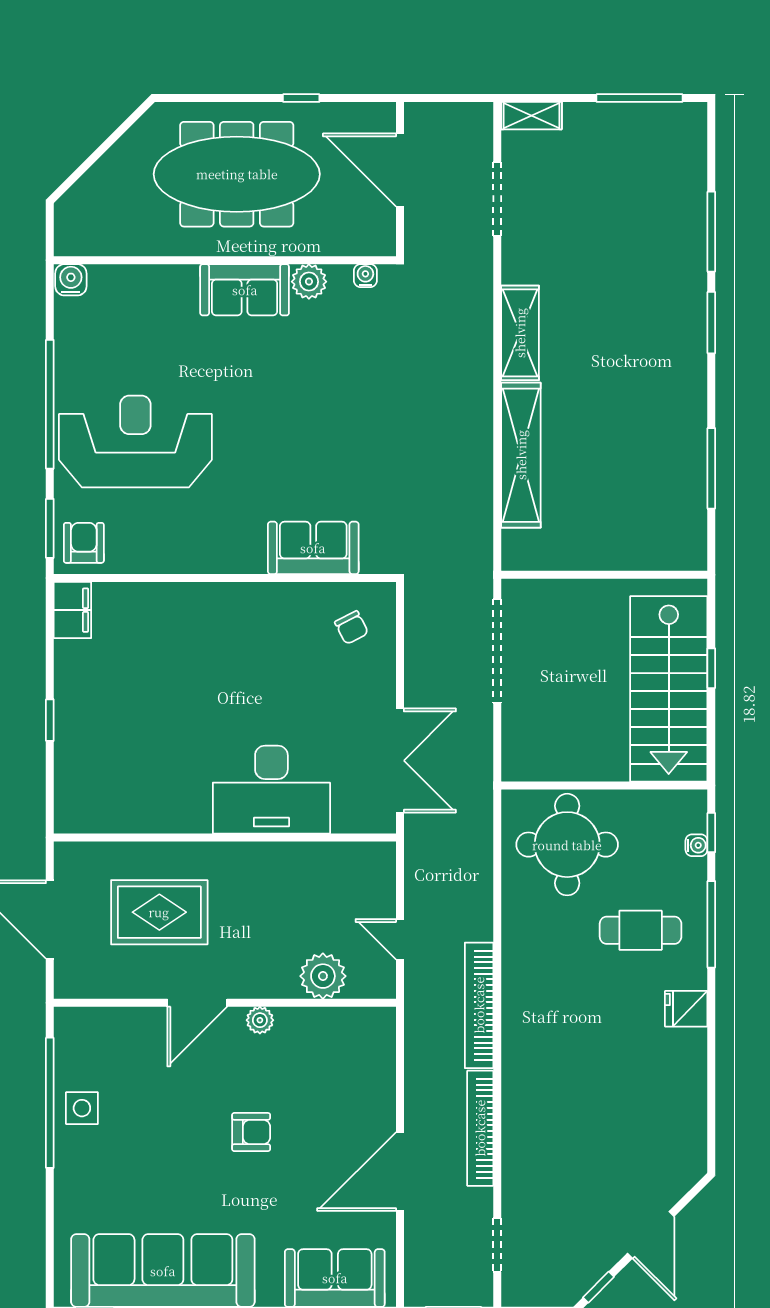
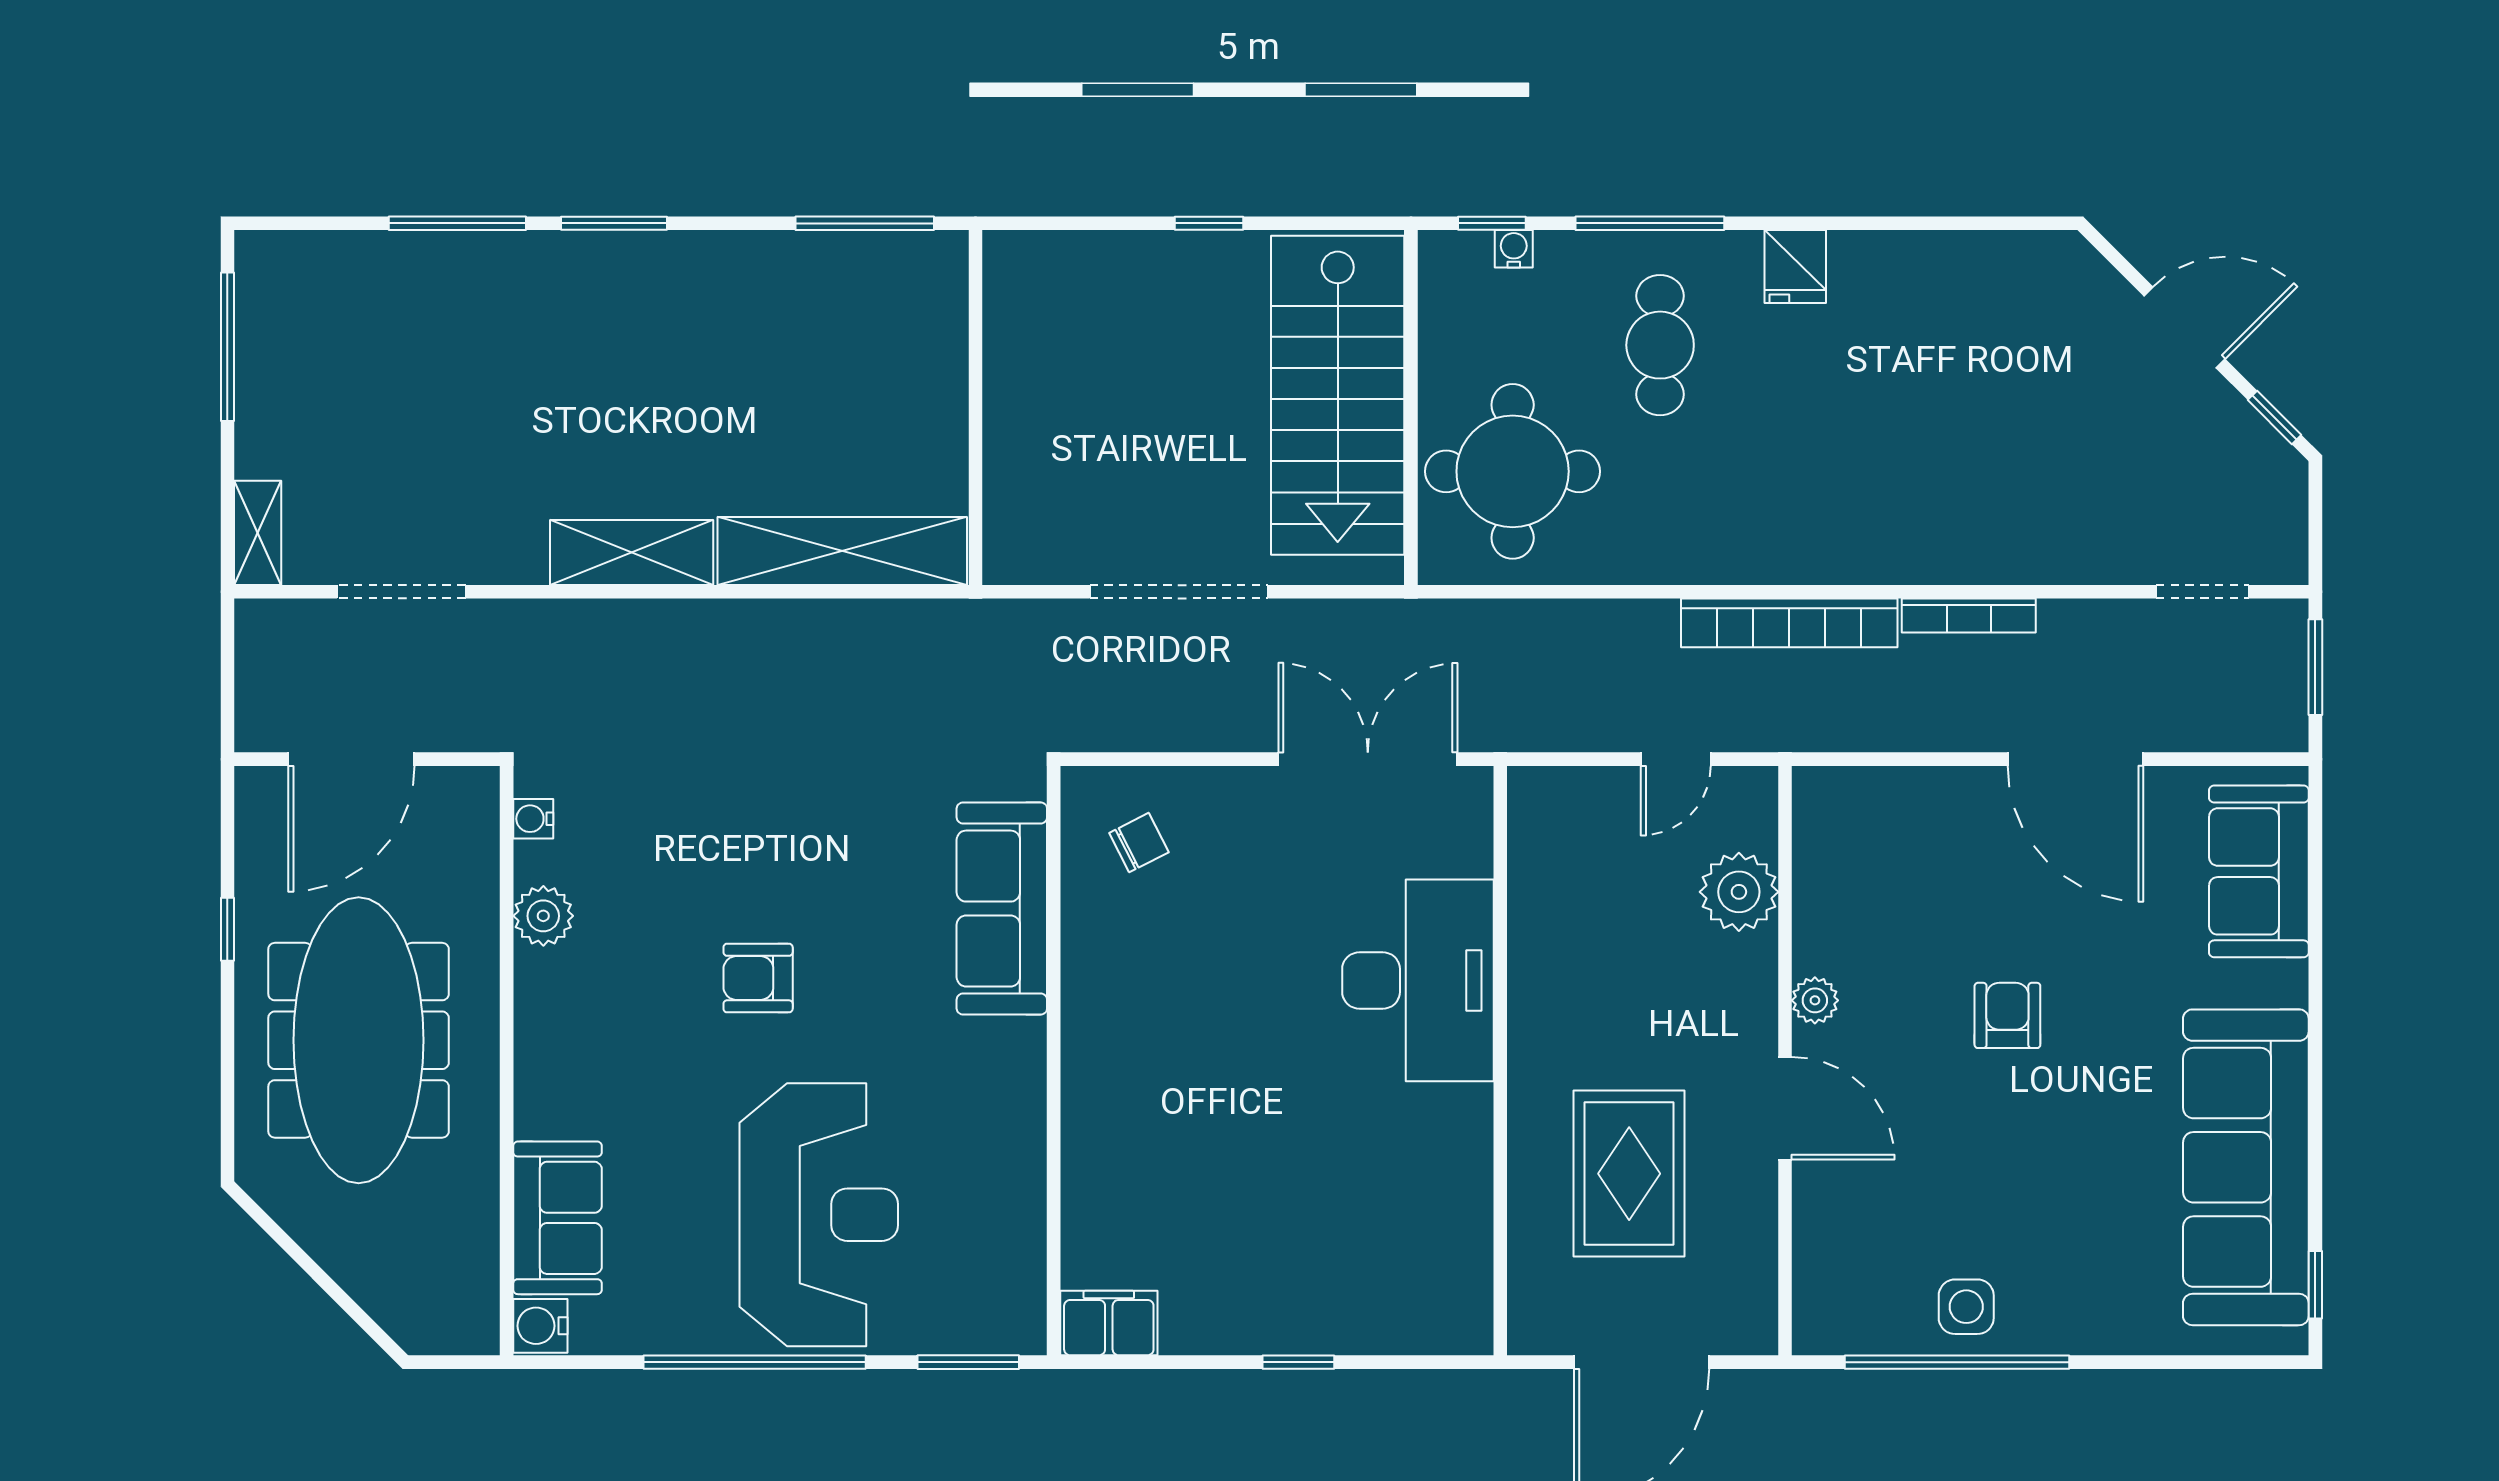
sofa: (245, 290) -> (557, 1218), moved
reception desk: (135, 442) -> (819, 1215), turned 180
armchair: (84, 543) -> (758, 978), moved
sofa: (313, 548) -> (1002, 909), width x1.36
wall: (604, 575) -> (976, 407), moved
stairs: (669, 689) -> (1338, 395), moved, turned 90
bookcase: (480, 1128) -> (1969, 616), width x0.68, depth x0.76

